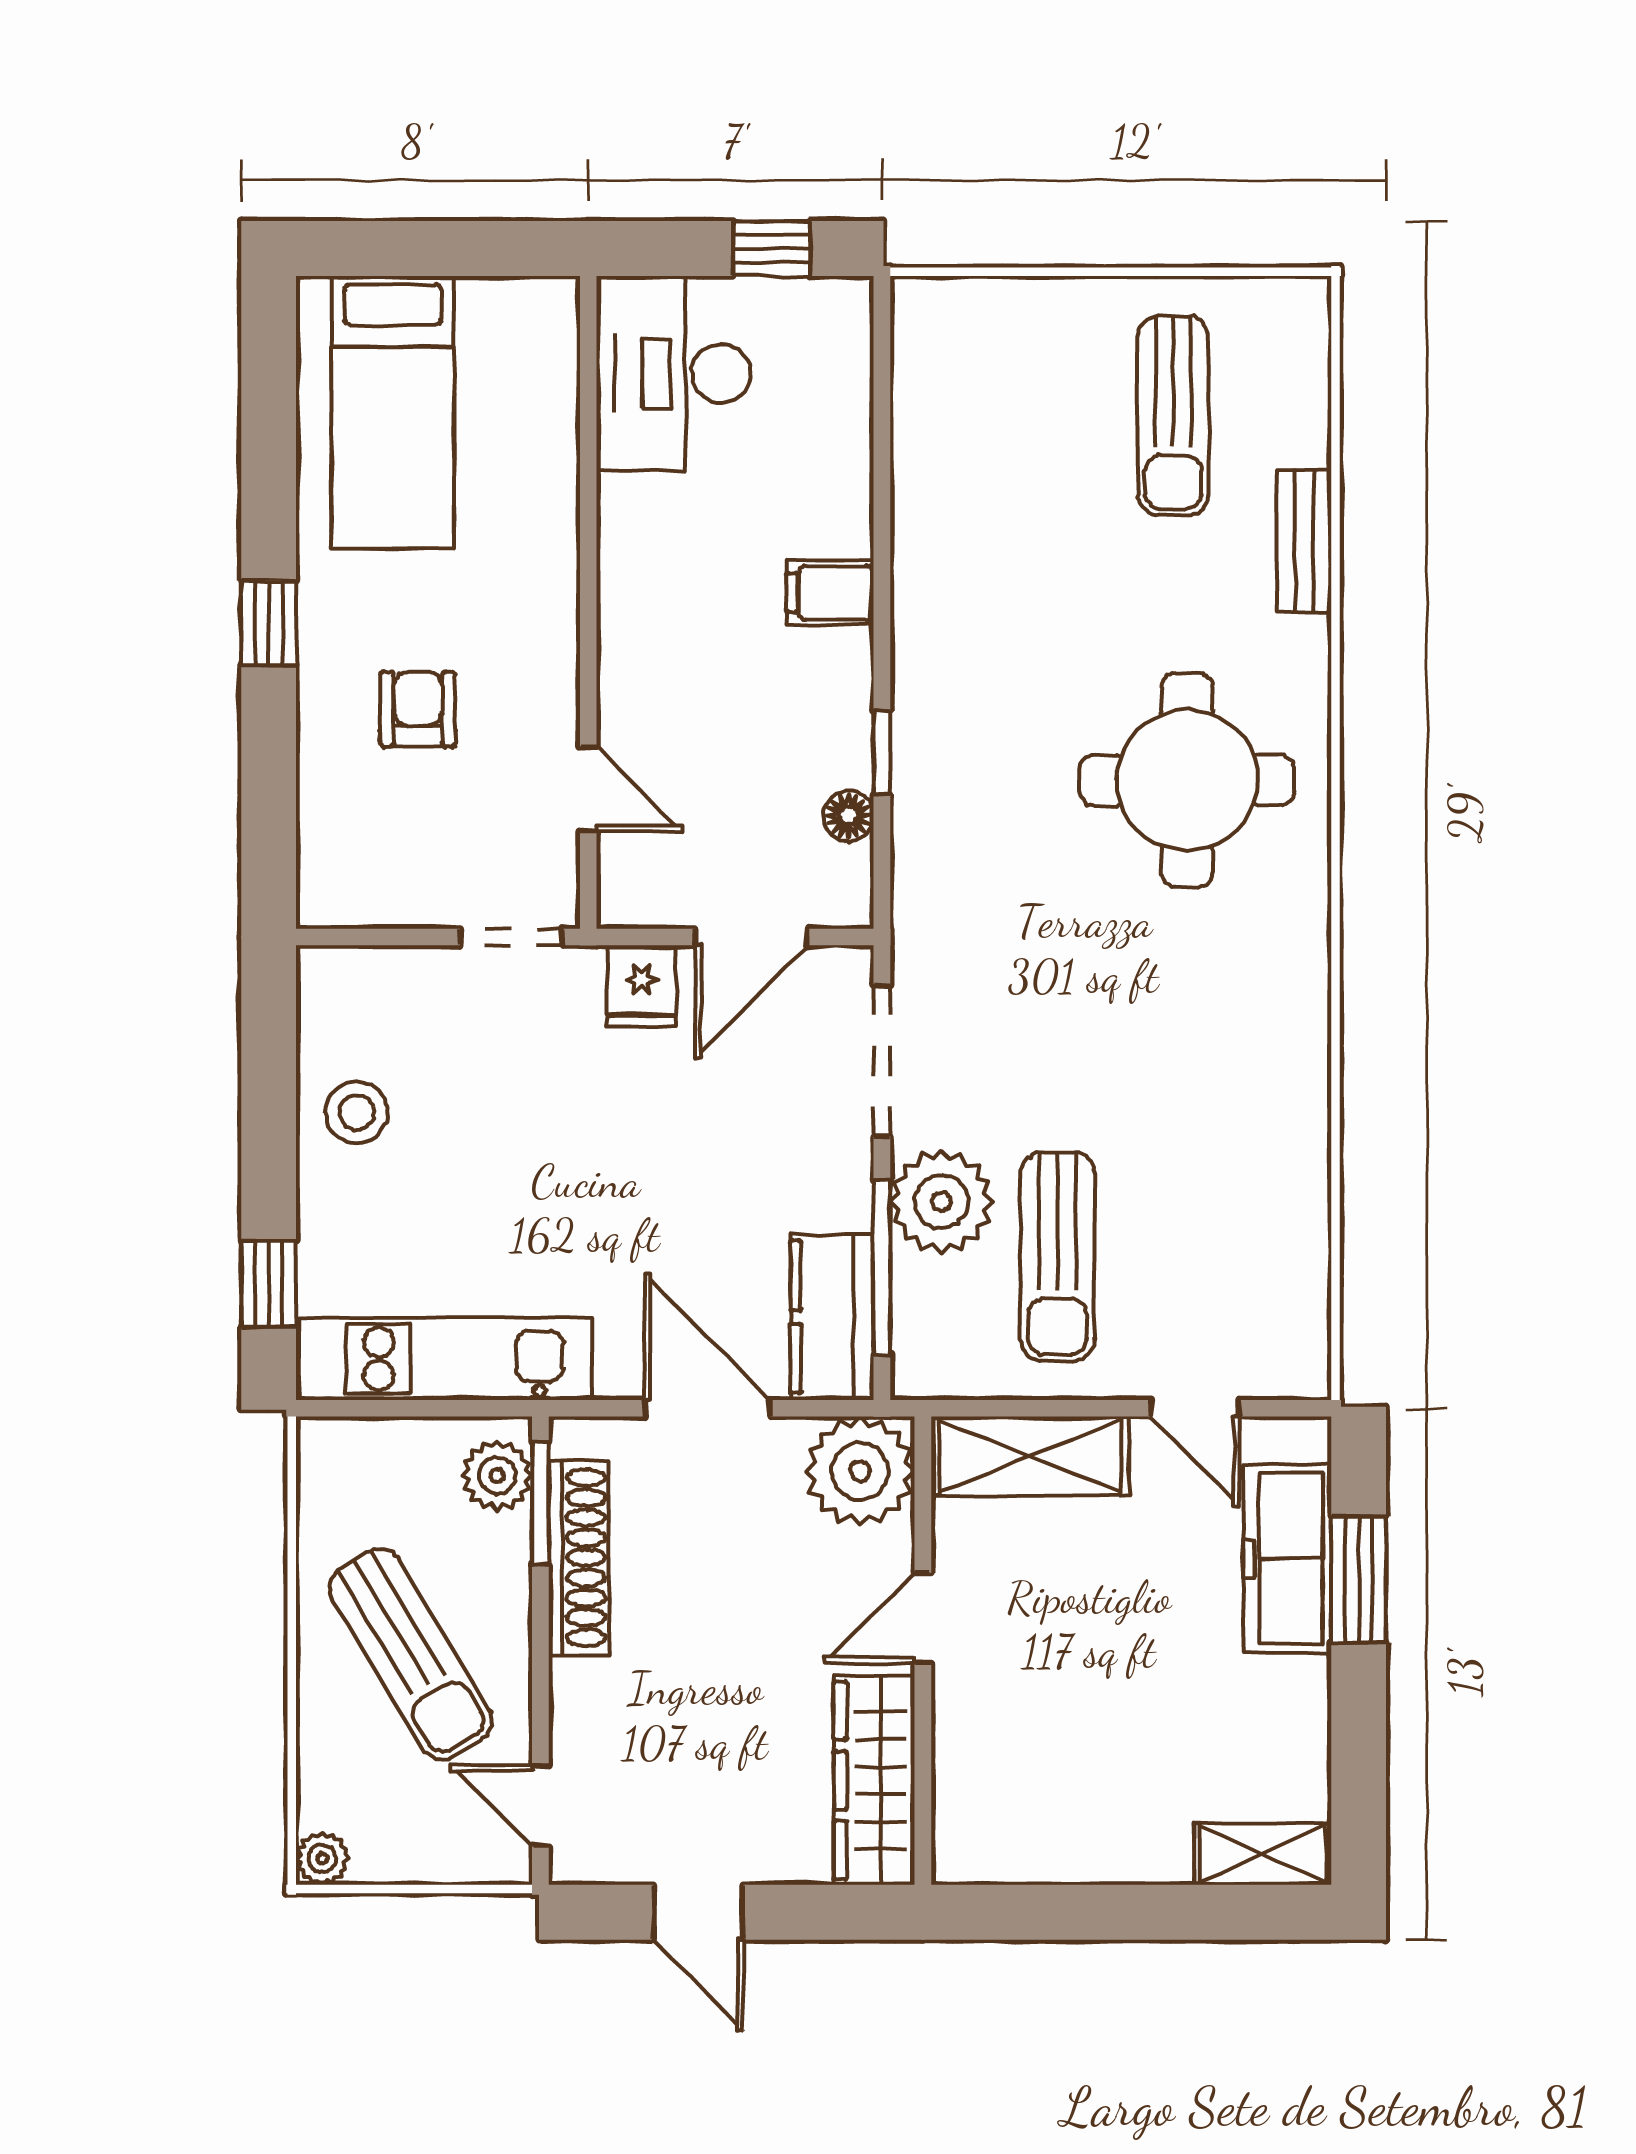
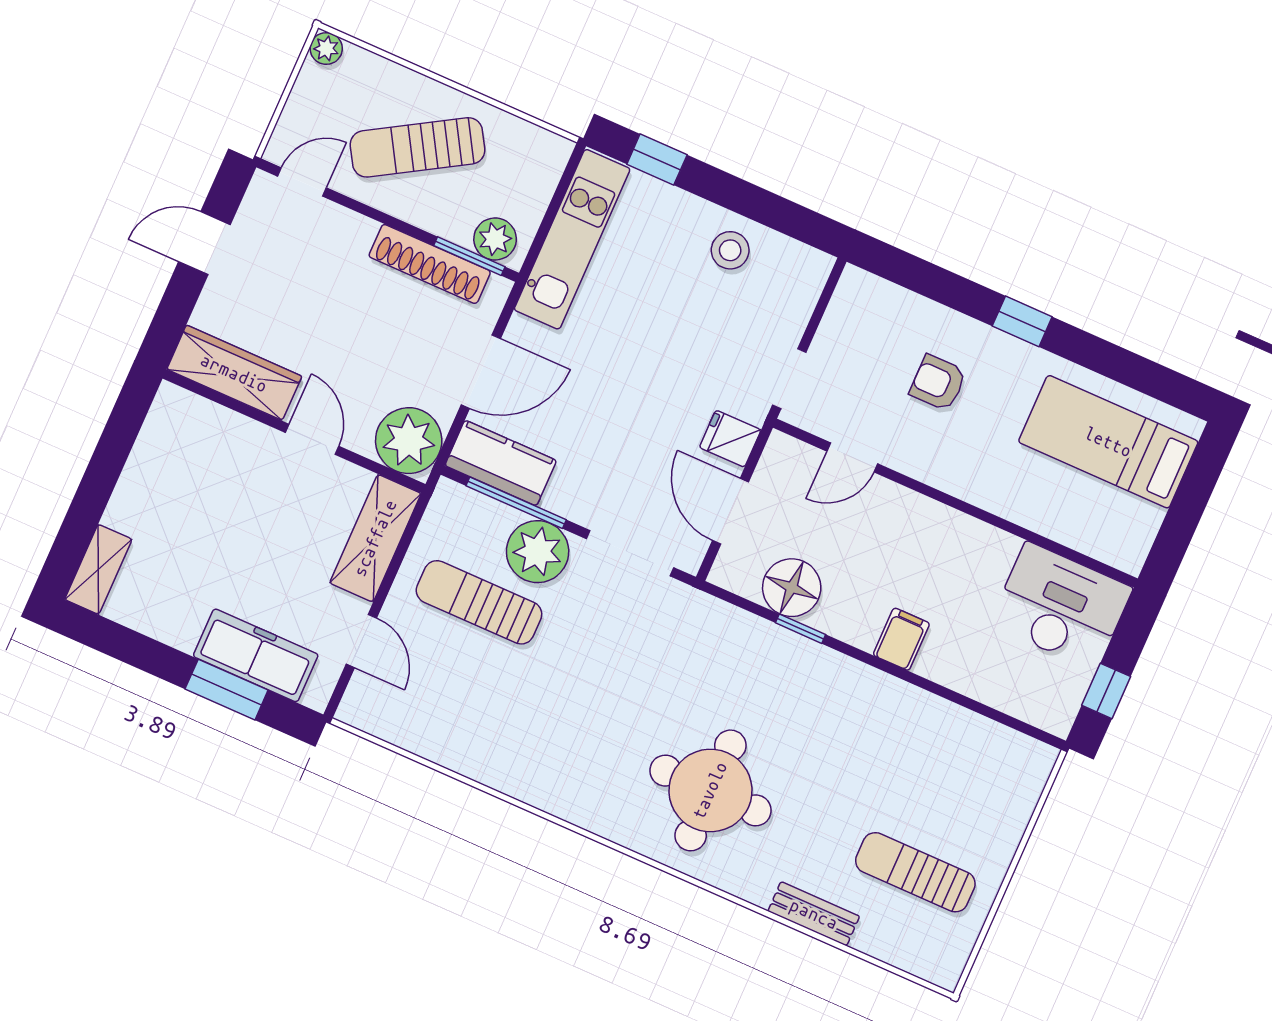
armchair: (418, 709) -> (938, 383), turned 180
floor lamp: (848, 816) -> (792, 588), width x1.89, depth x1.89
door: (1195, 1408) -> (361, 641), swing flipped

